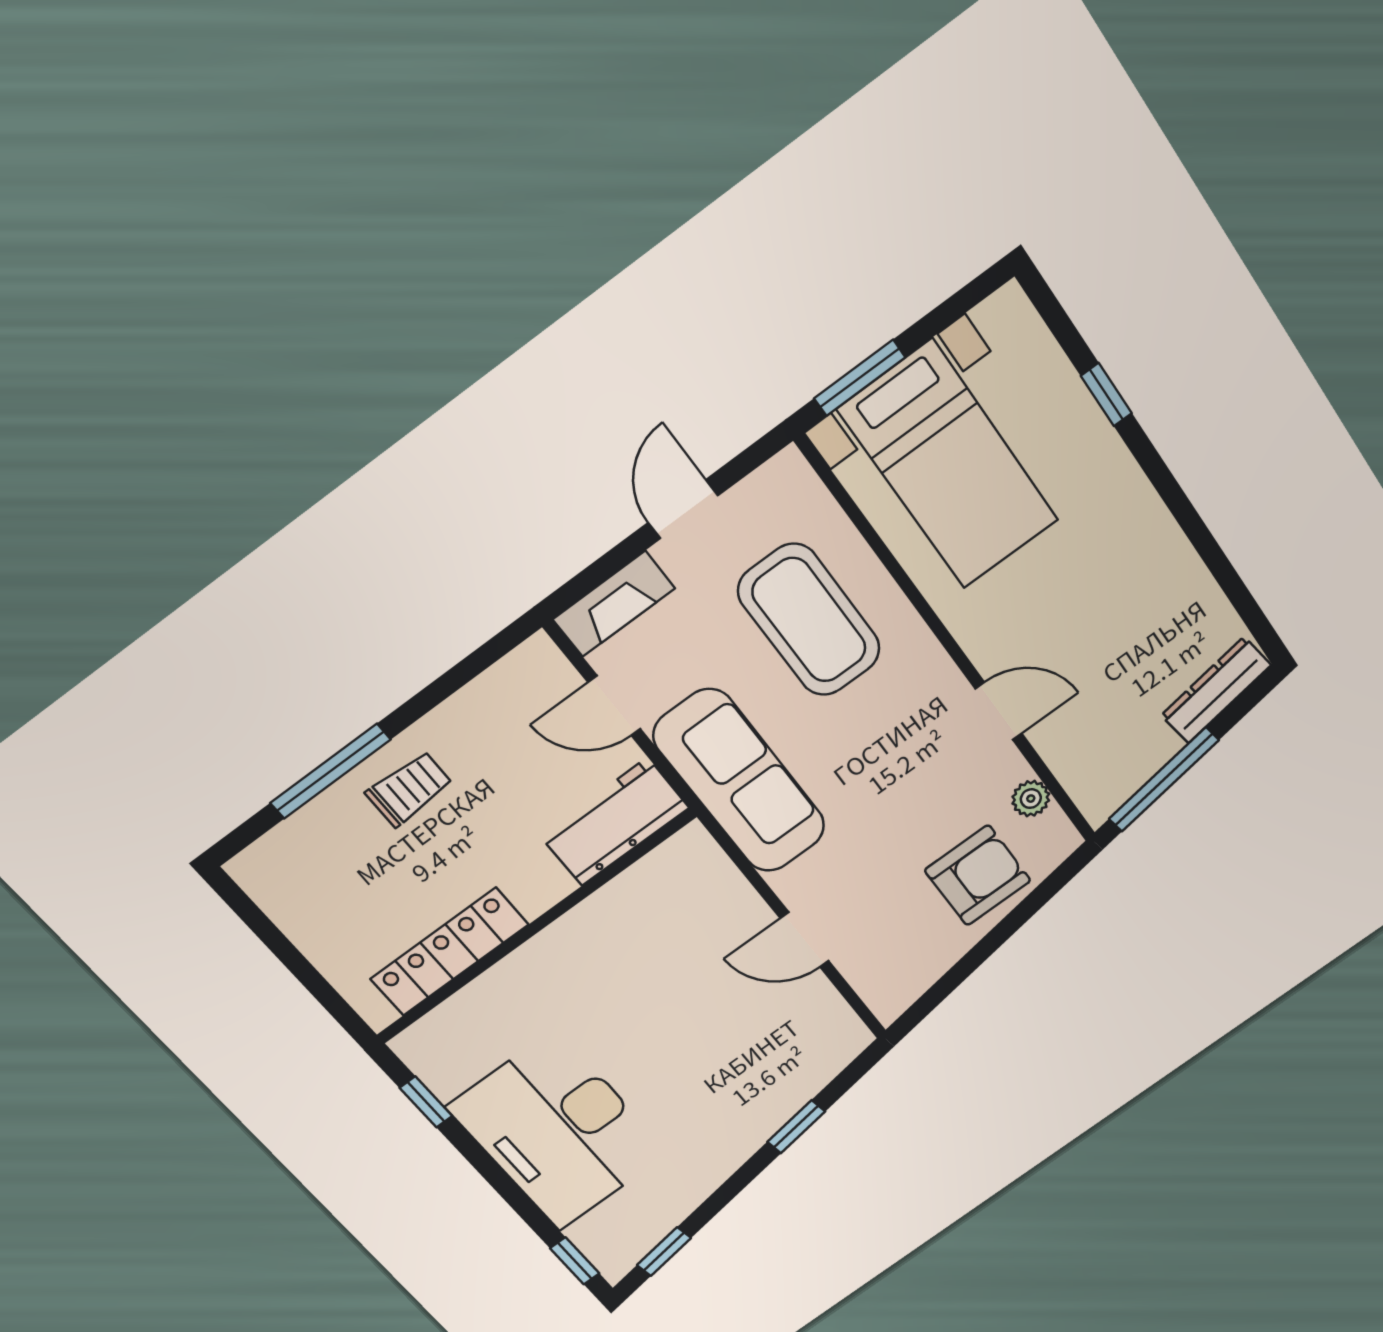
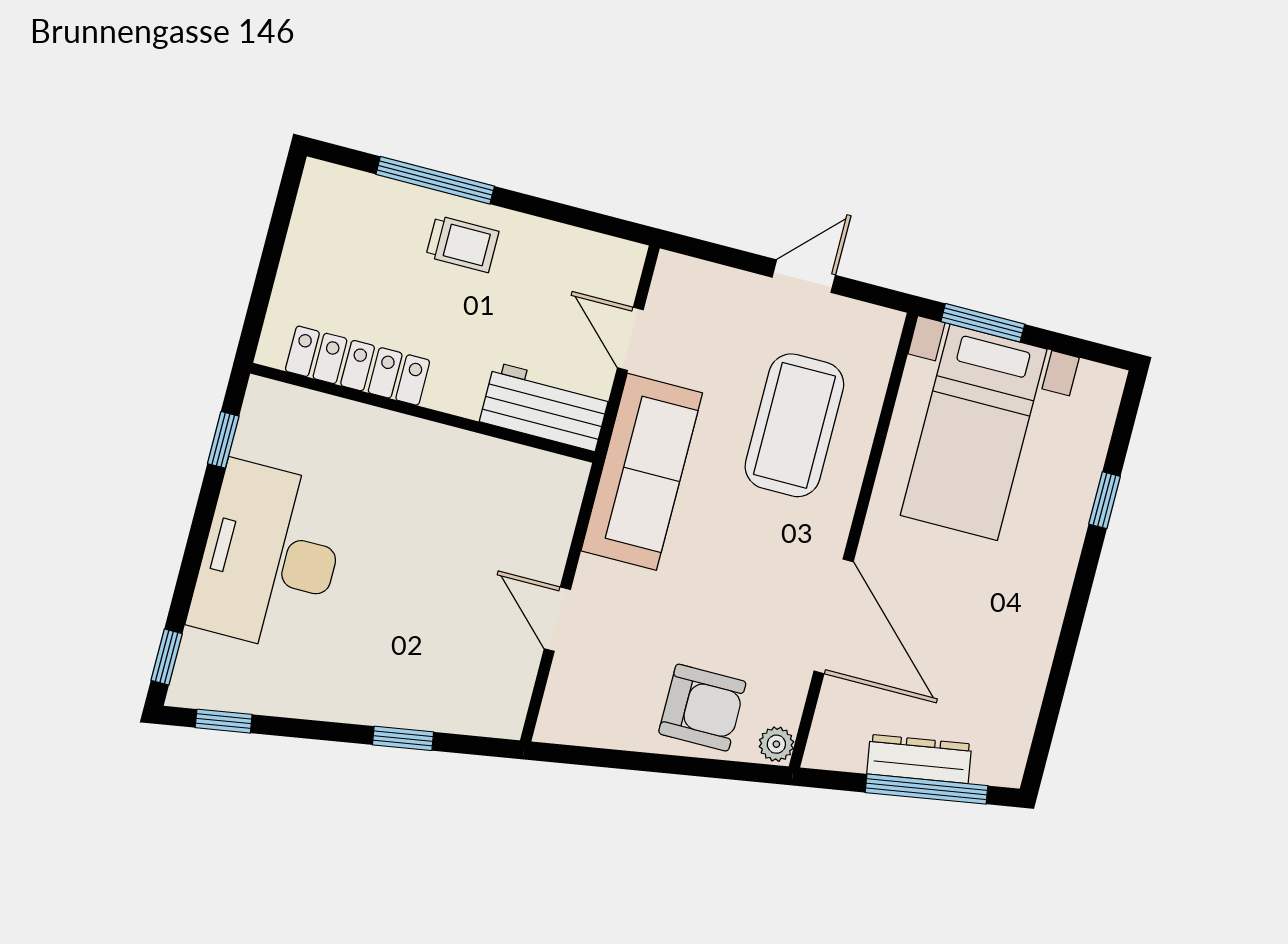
fireplace: (614, 604) -> (703, 281), removed
dresser: (1216, 690) -> (919, 759), moved
door: (999, 711) -> (834, 616), width x1.87
window: (1164, 779) -> (926, 789), moved
plant: (1031, 799) -> (776, 744), moved

